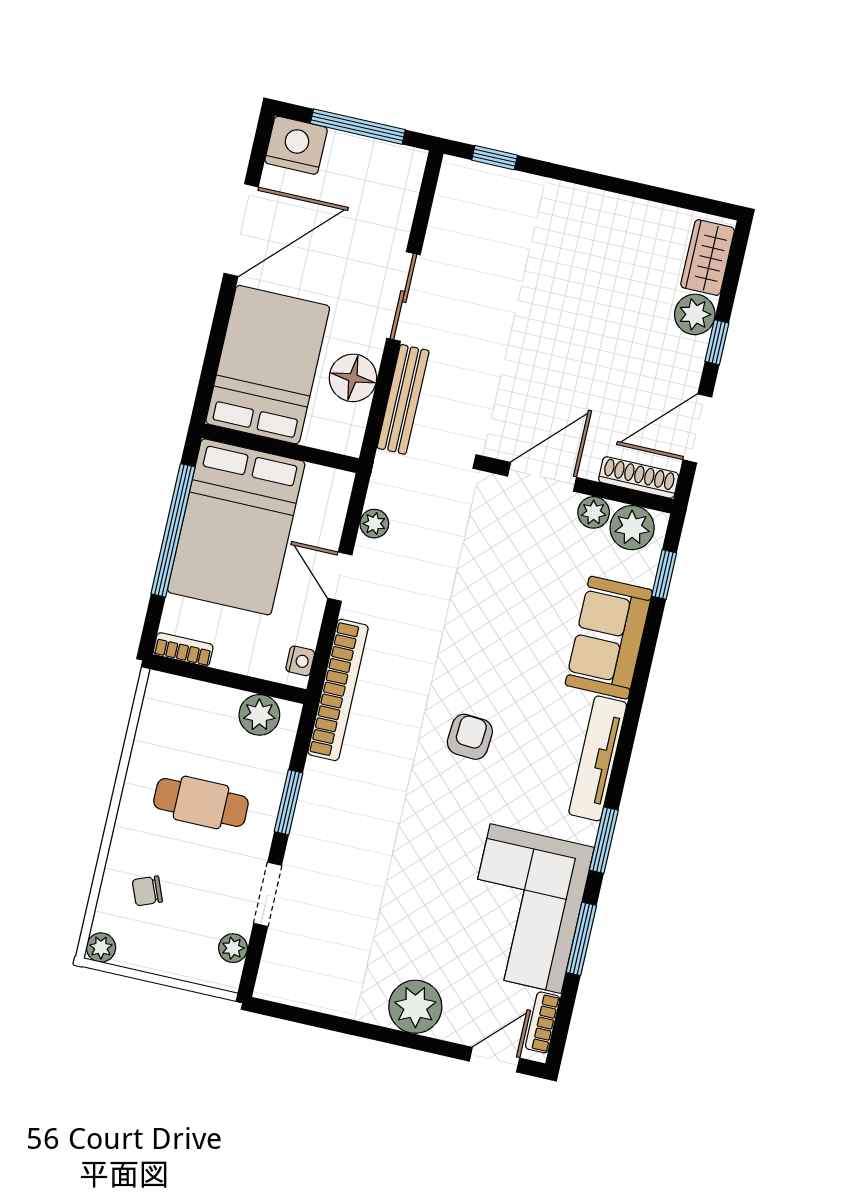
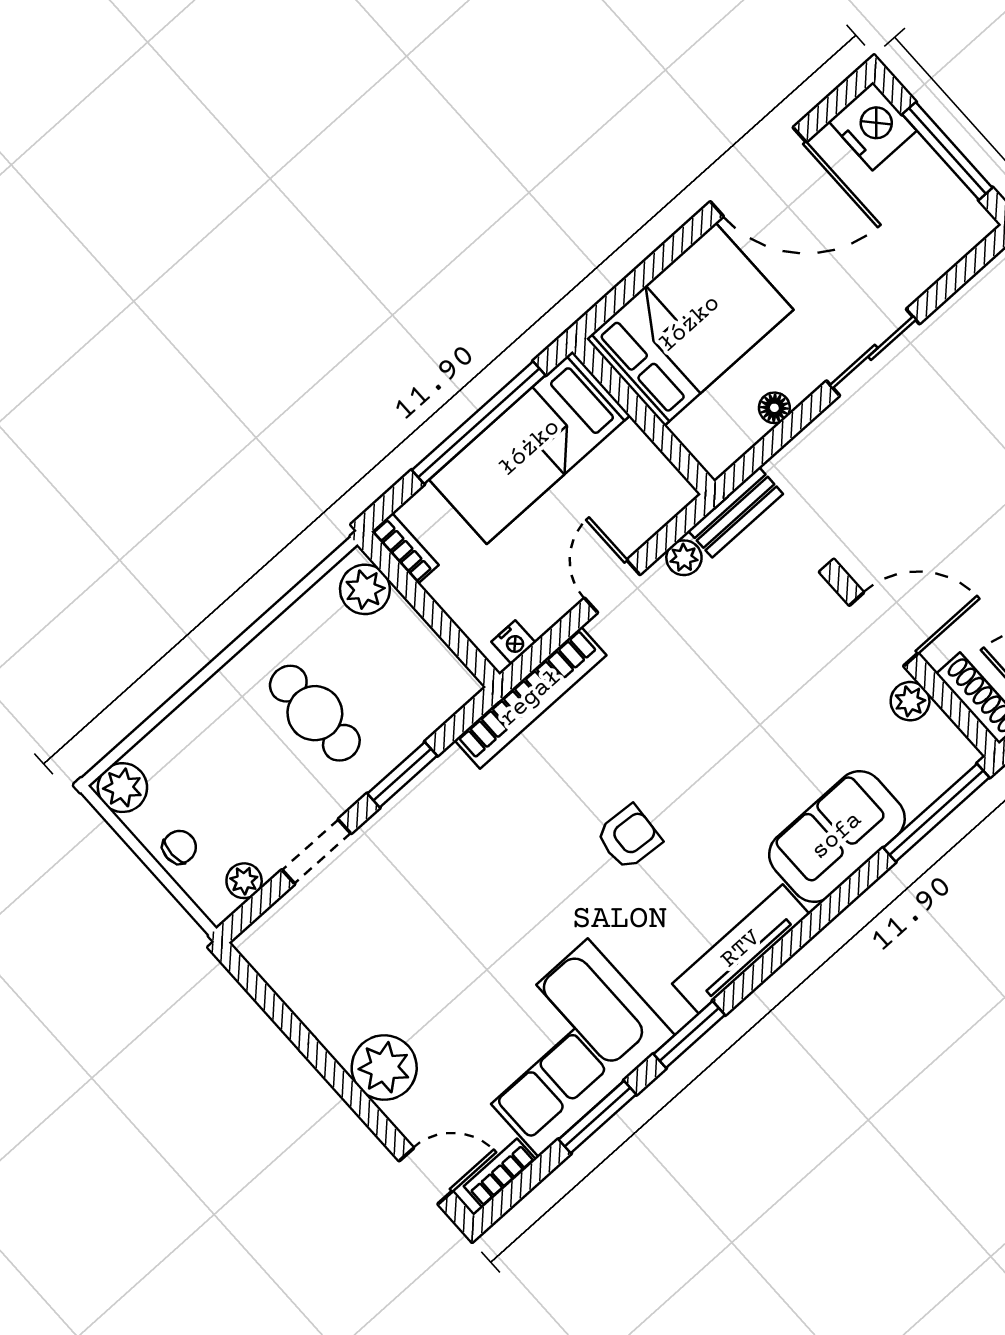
floor lamp: (353, 378) -> (774, 408), width x0.53, depth x0.53
bench: (403, 399) -> (736, 512), moved, width x0.73
bed: (236, 527) -> (530, 448), width x0.67
plant: (632, 528) -> (938, 743), removed
window: (664, 575) -> (936, 813), width x2.17
plant: (259, 715) -> (365, 589), moved
chair: (147, 891) -> (179, 847), moved, turned 112
plant: (101, 948) -> (122, 788), width x1.38, depth x1.38

